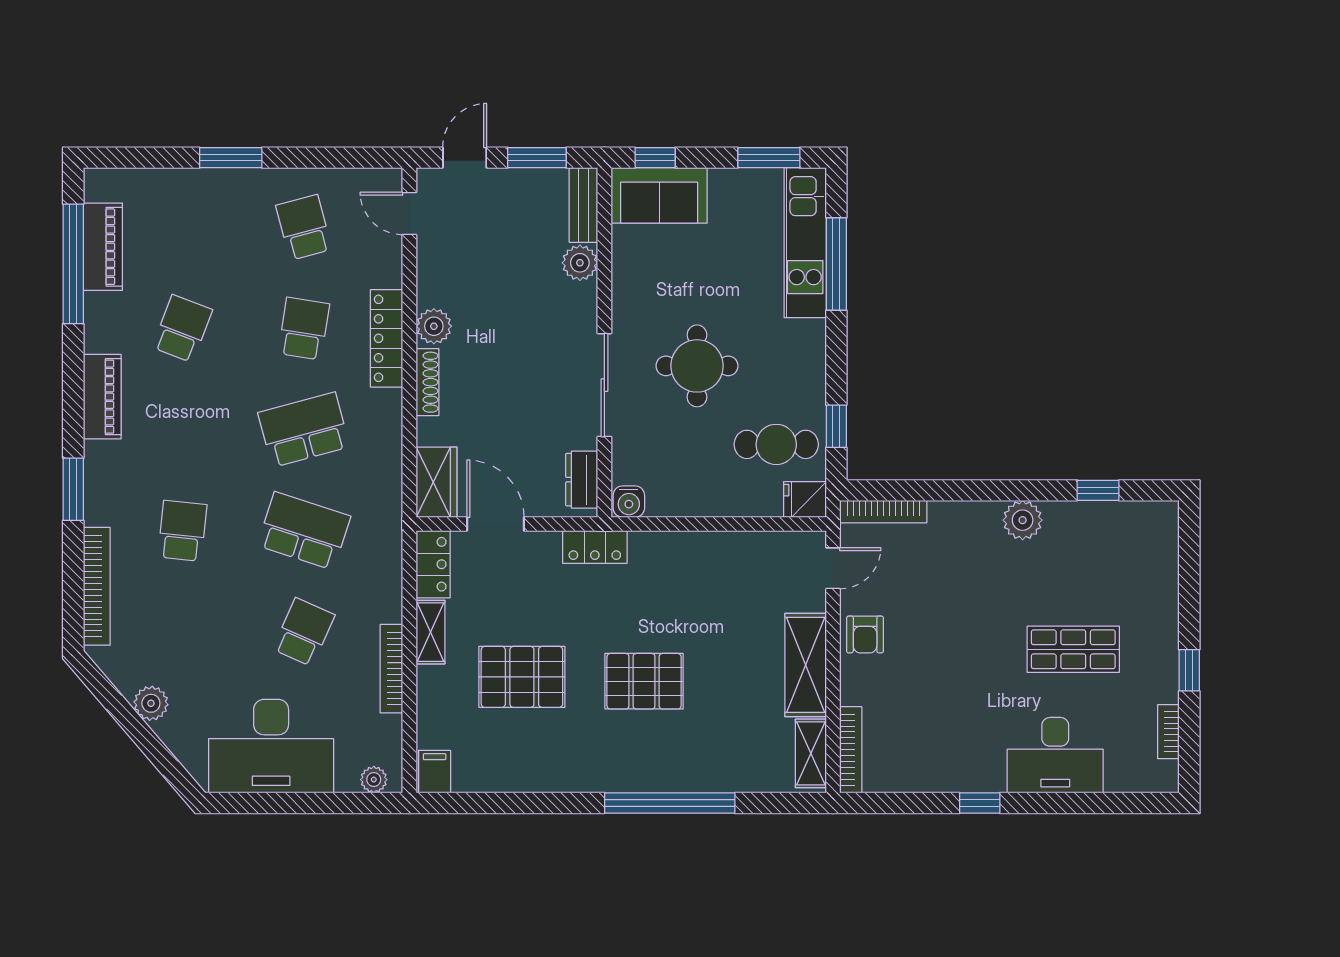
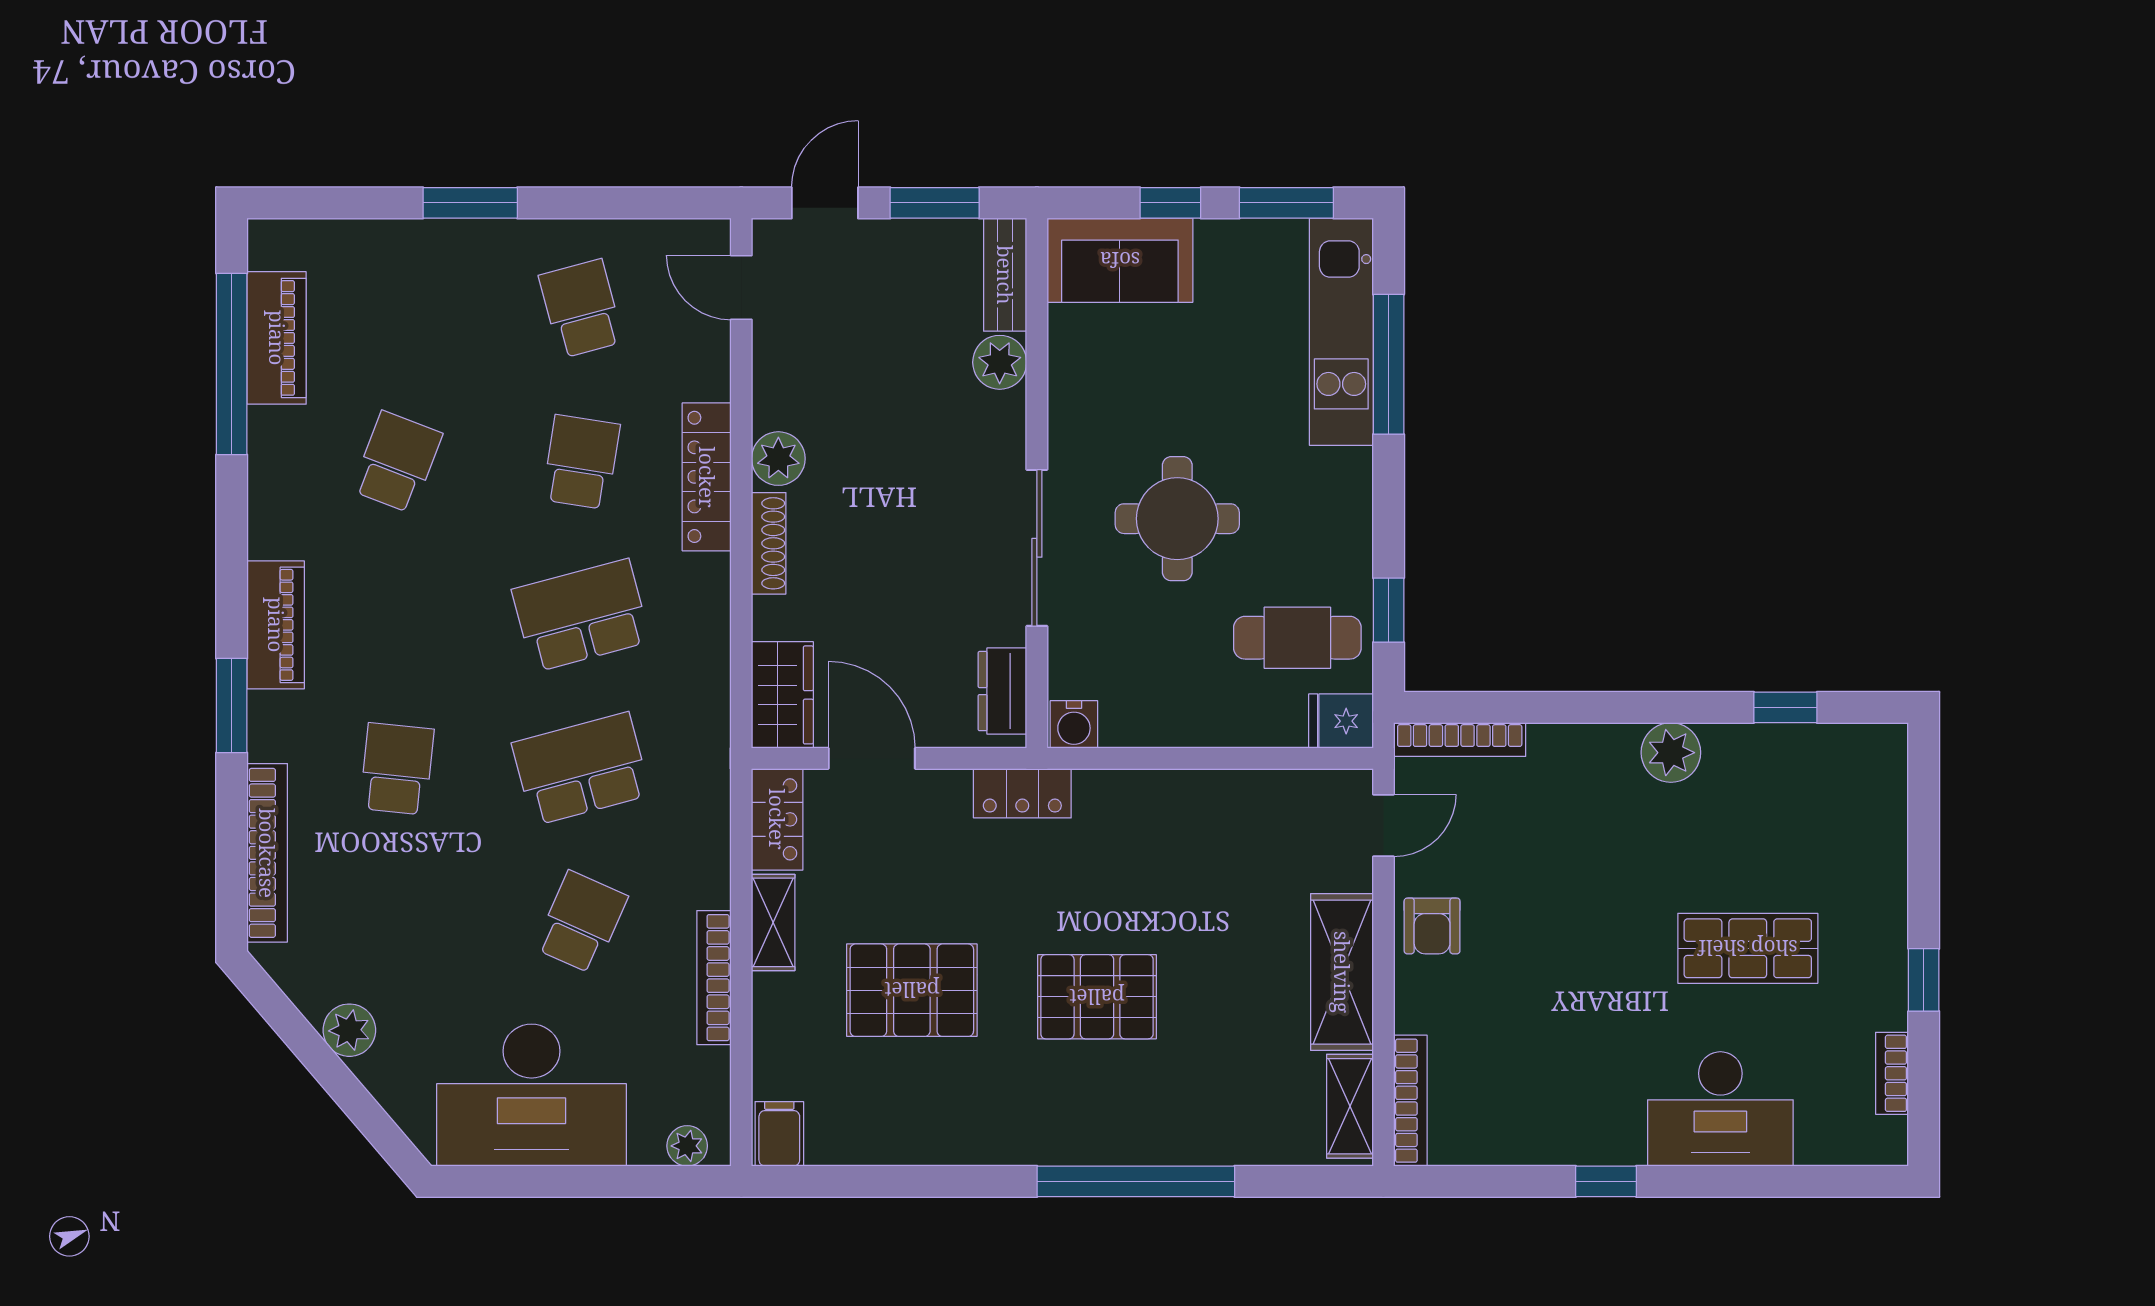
window: (655, 158) -> (1170, 203), moved
piano: (102, 397) -> (276, 625), moved
school desk: (304, 531) -> (581, 769), turned -33

